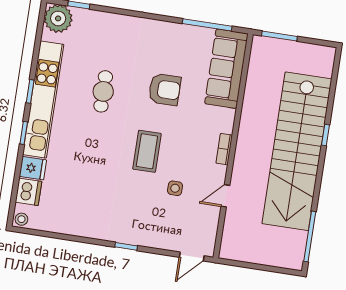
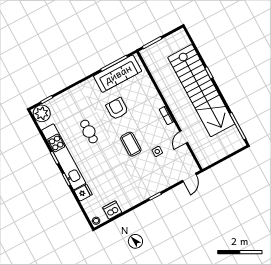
sofa: (226, 69) -> (118, 74), moved, turned -90
armchair: (165, 89) -> (117, 109), turned -90
dishwasher: (29, 192) -> (112, 210), moved, turned -90

